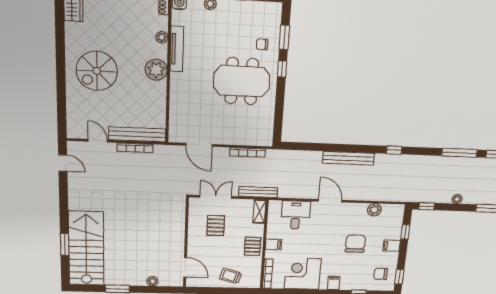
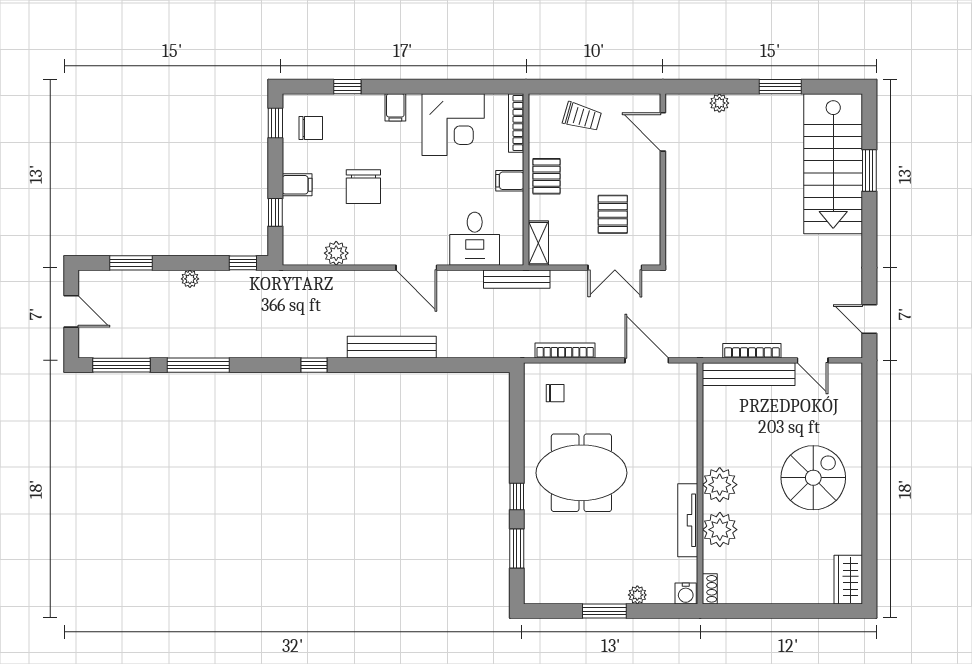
plant: (162, 37) -> (720, 530), width x1.88, depth x1.88
chair: (262, 44) -> (555, 393), moved
bench: (258, 192) -> (517, 279), moved

